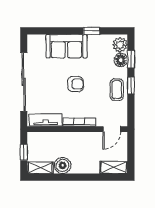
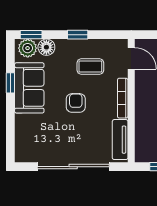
sofa: (67, 46) -> (29, 88), moved
window: (131, 59) -> (31, 35), moved
coffee table: (117, 90) -> (90, 67), moved

